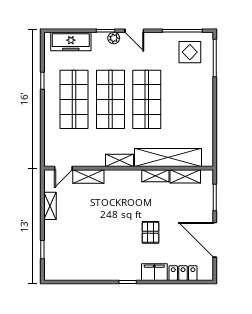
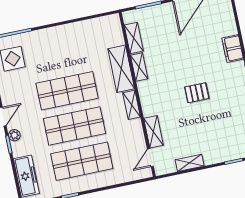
shelving: (168, 158) -> (121, 69), width x0.68
door: (63, 168) -> (150, 158), swing flipped
pallet: (151, 232) -> (197, 93), moved
locker: (183, 273) -> (228, 21), removed

